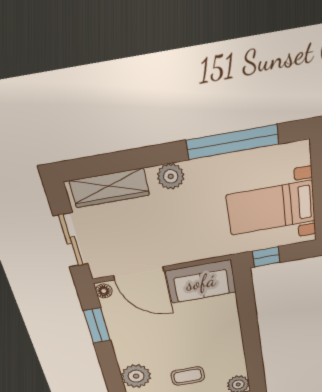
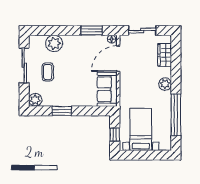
wardrobe: (110, 188) -> (165, 55), width x0.67
window: (266, 257) -> (115, 134), moved
window: (252, 345) -> (62, 111), added

